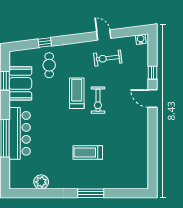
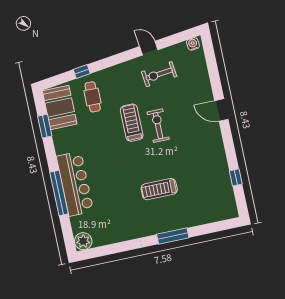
window: (153, 73) -> (236, 177), moved
booth: (20, 83) -> (60, 107), moved
exercise bike: (98, 100) -> (158, 126), turned 180
plant: (41, 182) -> (83, 241), moved

